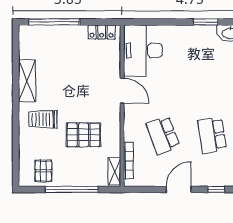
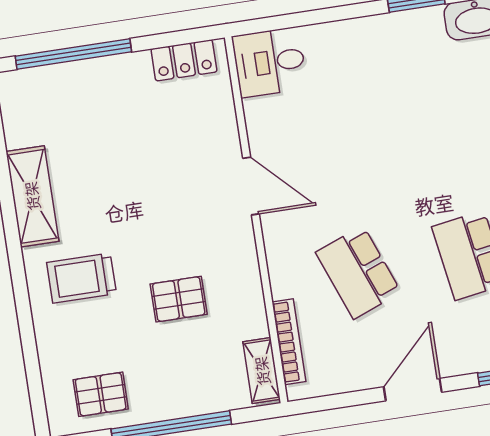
desk: (143, 51) -> (270, 62), width x0.53, depth x0.77
pallet: (83, 135) -> (179, 299), width x0.67, depth x0.71
pallet: (43, 171) -> (101, 394), turned 90

